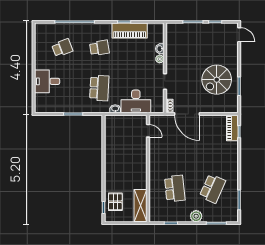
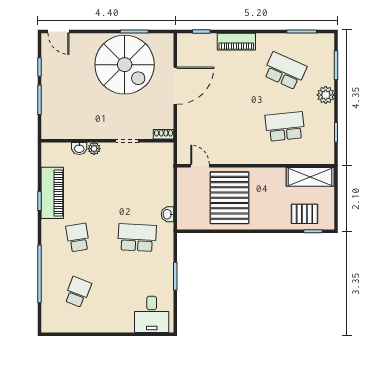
door: (239, 35) -> (58, 32), swing flipped
school desk: (62, 48) -> (78, 292), turned 42
spiral stairs: (217, 80) -> (125, 65), width x1.37, depth x1.37
desk: (47, 81) -> (152, 314), moved
desk: (136, 101) -> (157, 184), removed
door: (187, 114) -> (175, 86), moved
piano: (232, 128) -> (236, 42), moved
door: (148, 131) -> (200, 166), hinge flipped
pallet: (126, 151) -> (230, 198), added

